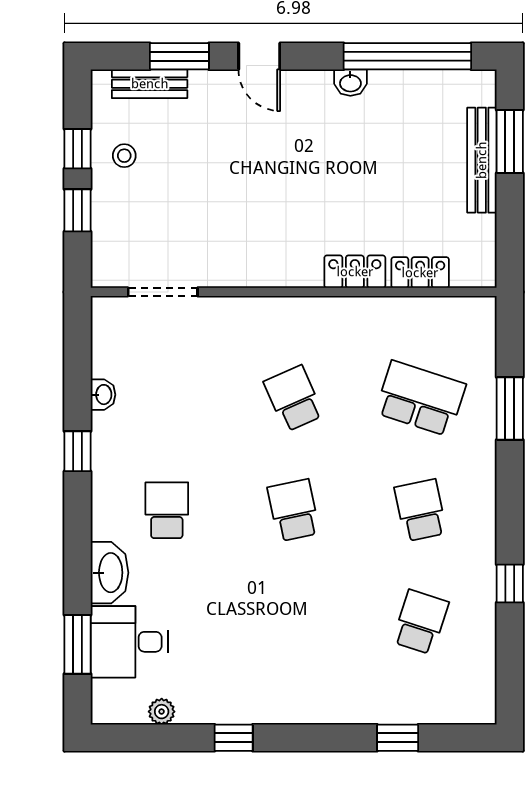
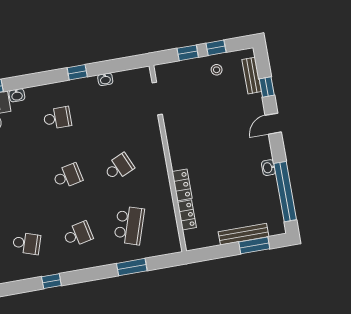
window: (179, 56) -> (267, 87), width x0.67
washbasin: (110, 573) -> (17, 95), width x0.52, depth x0.69

